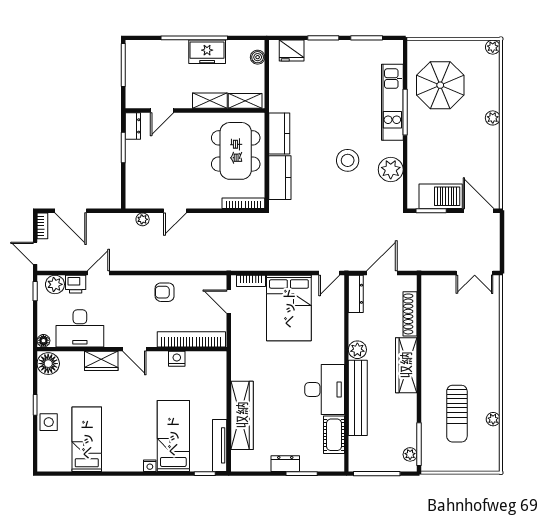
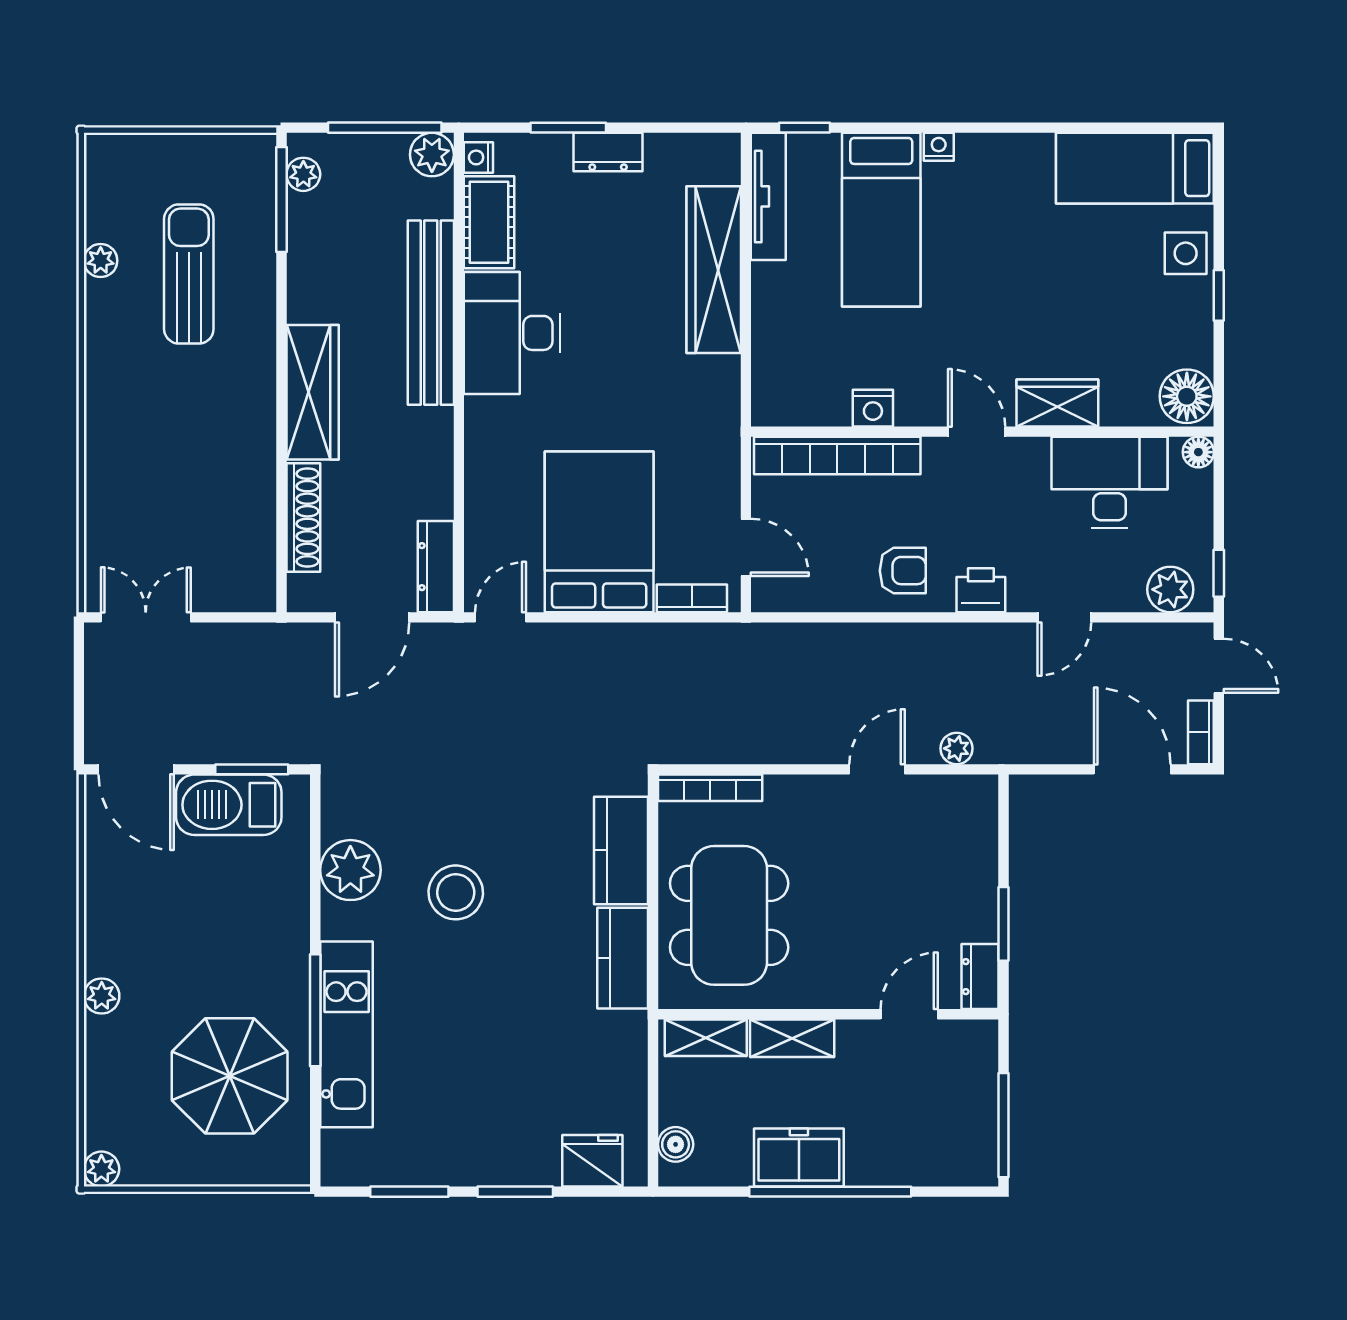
printer: (76, 284) -> (981, 590), moved
plant: (357, 350) -> (432, 155), moved
bed: (87, 439) -> (1135, 168), moved, turned 90
nightstand: (338, 461) -> (478, 157), added

